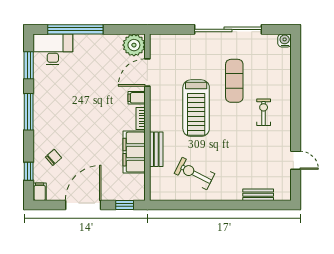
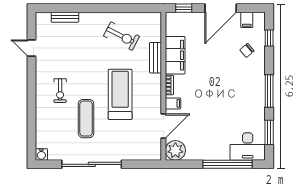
filing cabinet: (40, 192) -> (247, 20), moved

